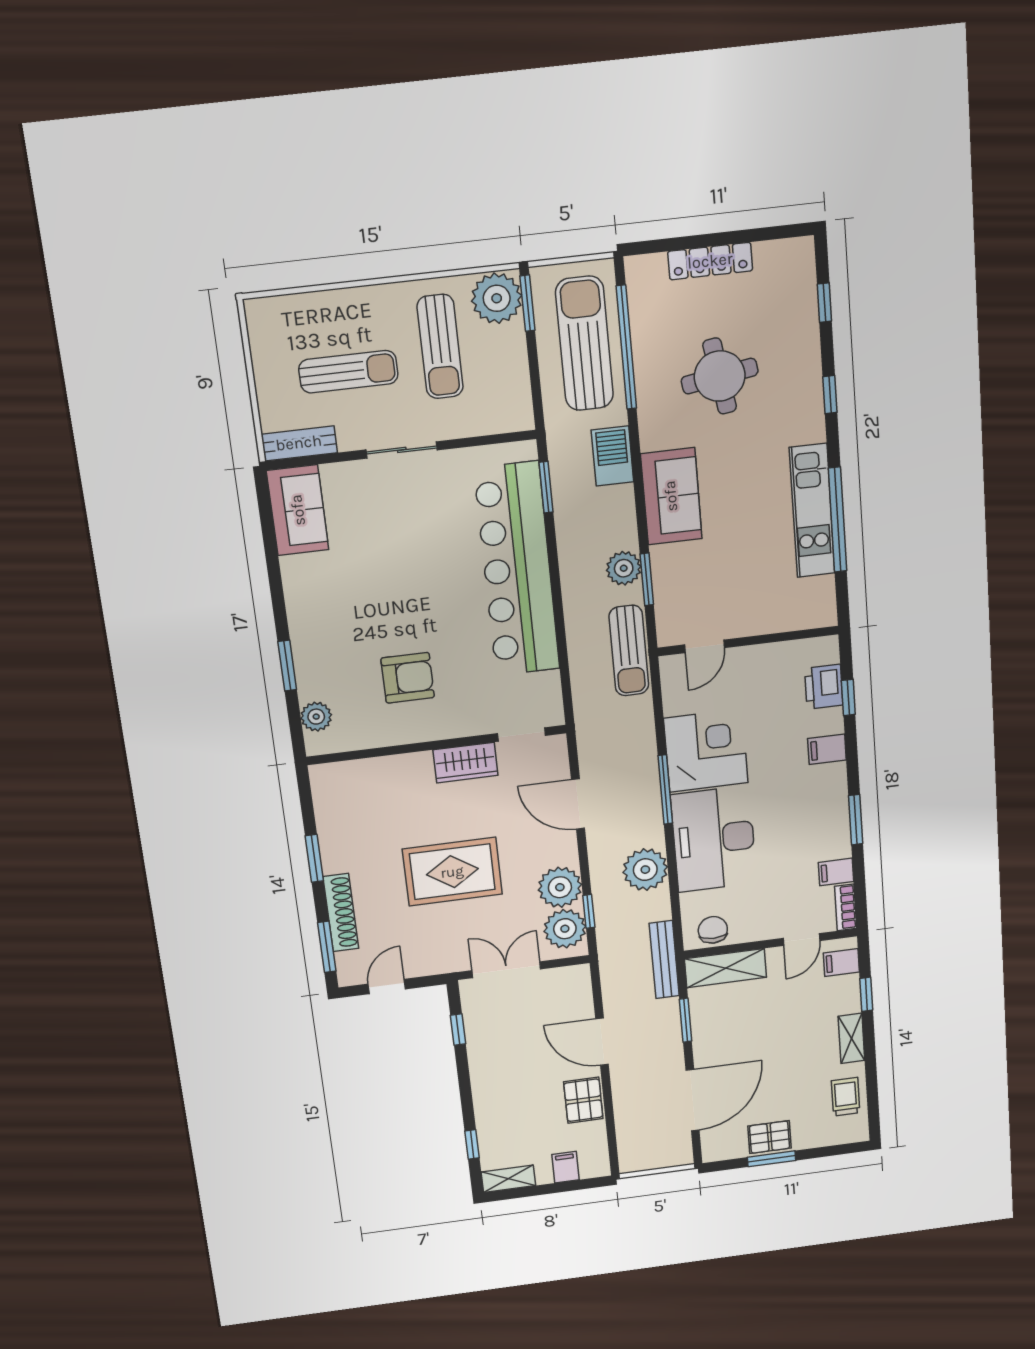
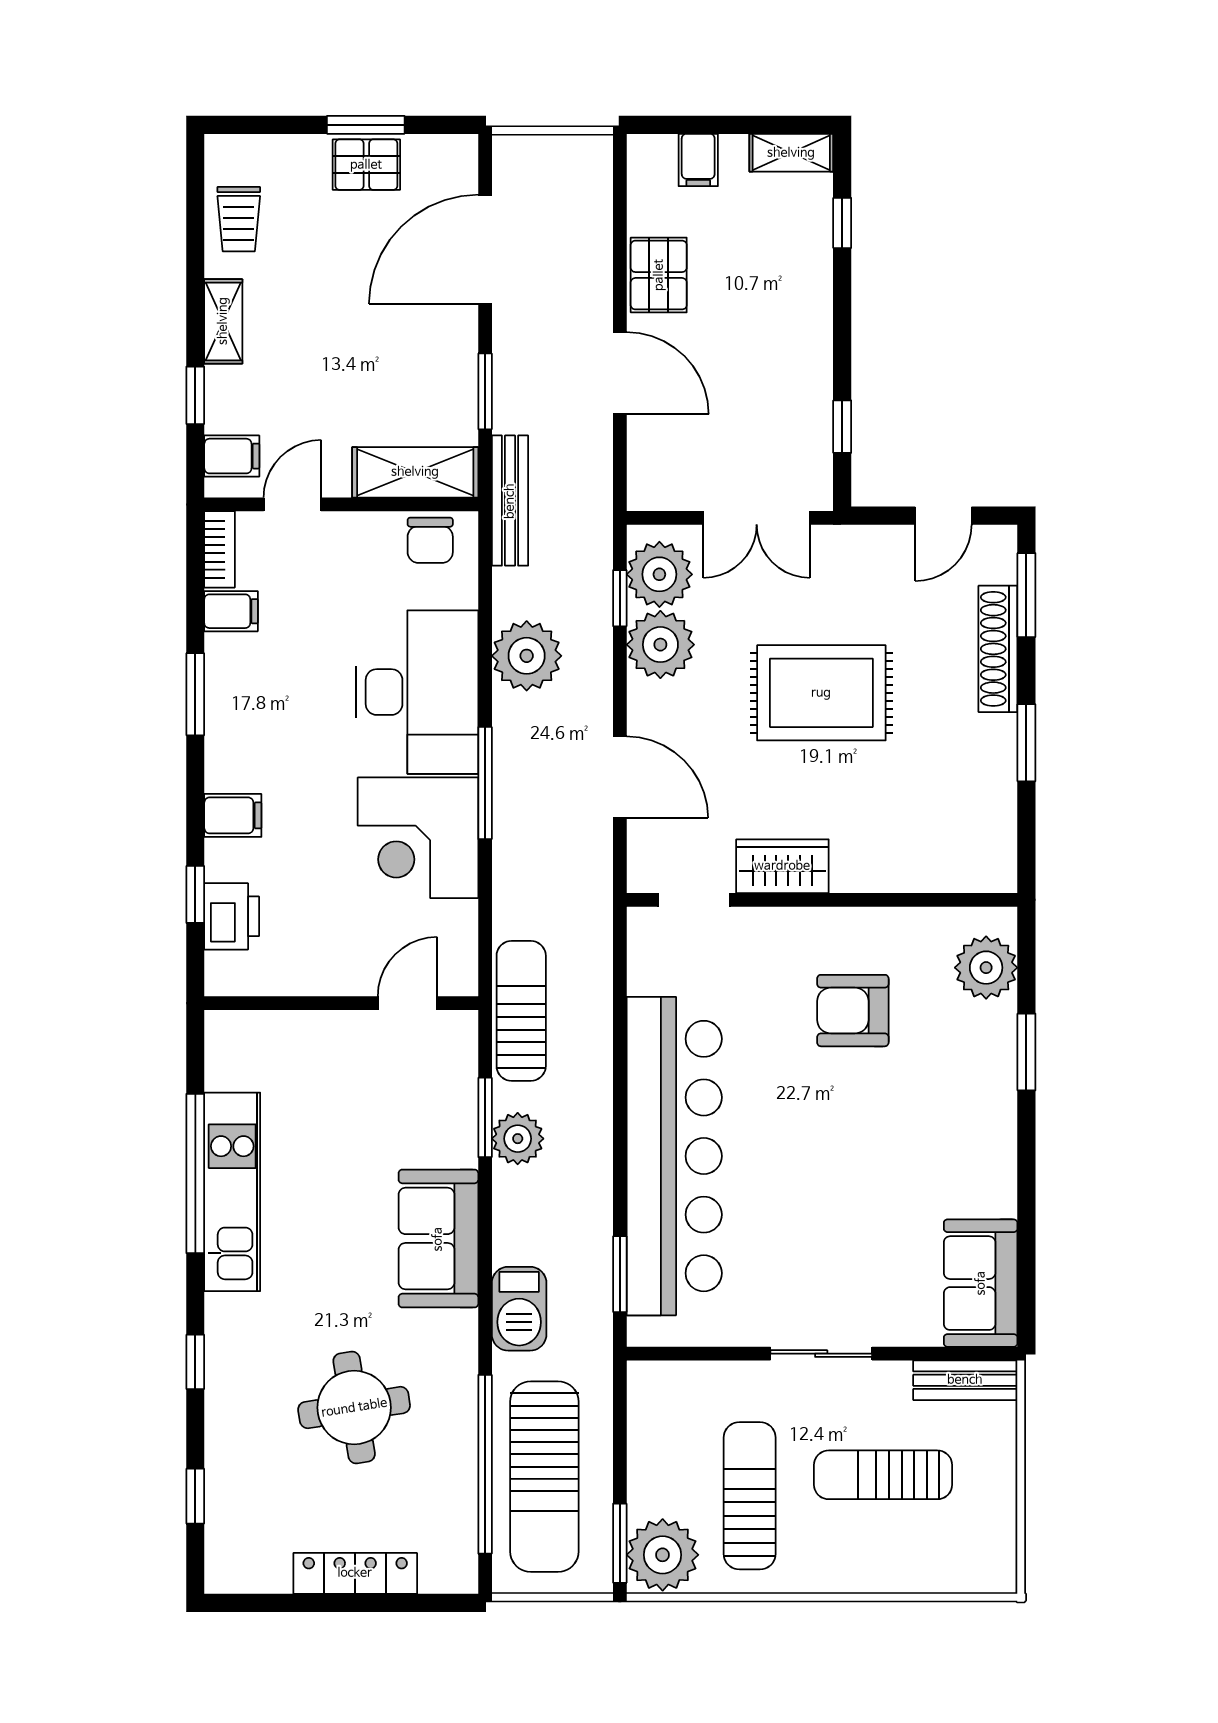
plant: (316, 717) -> (986, 968), width x1.36, depth x1.36

